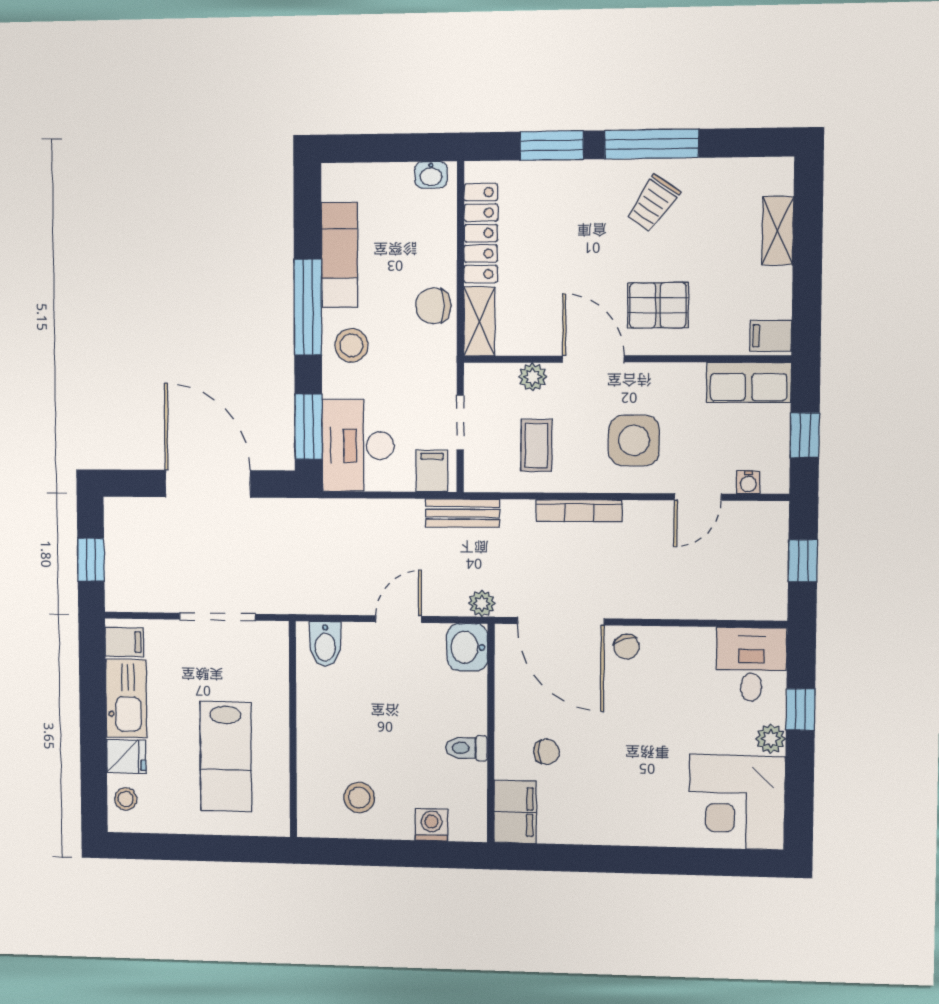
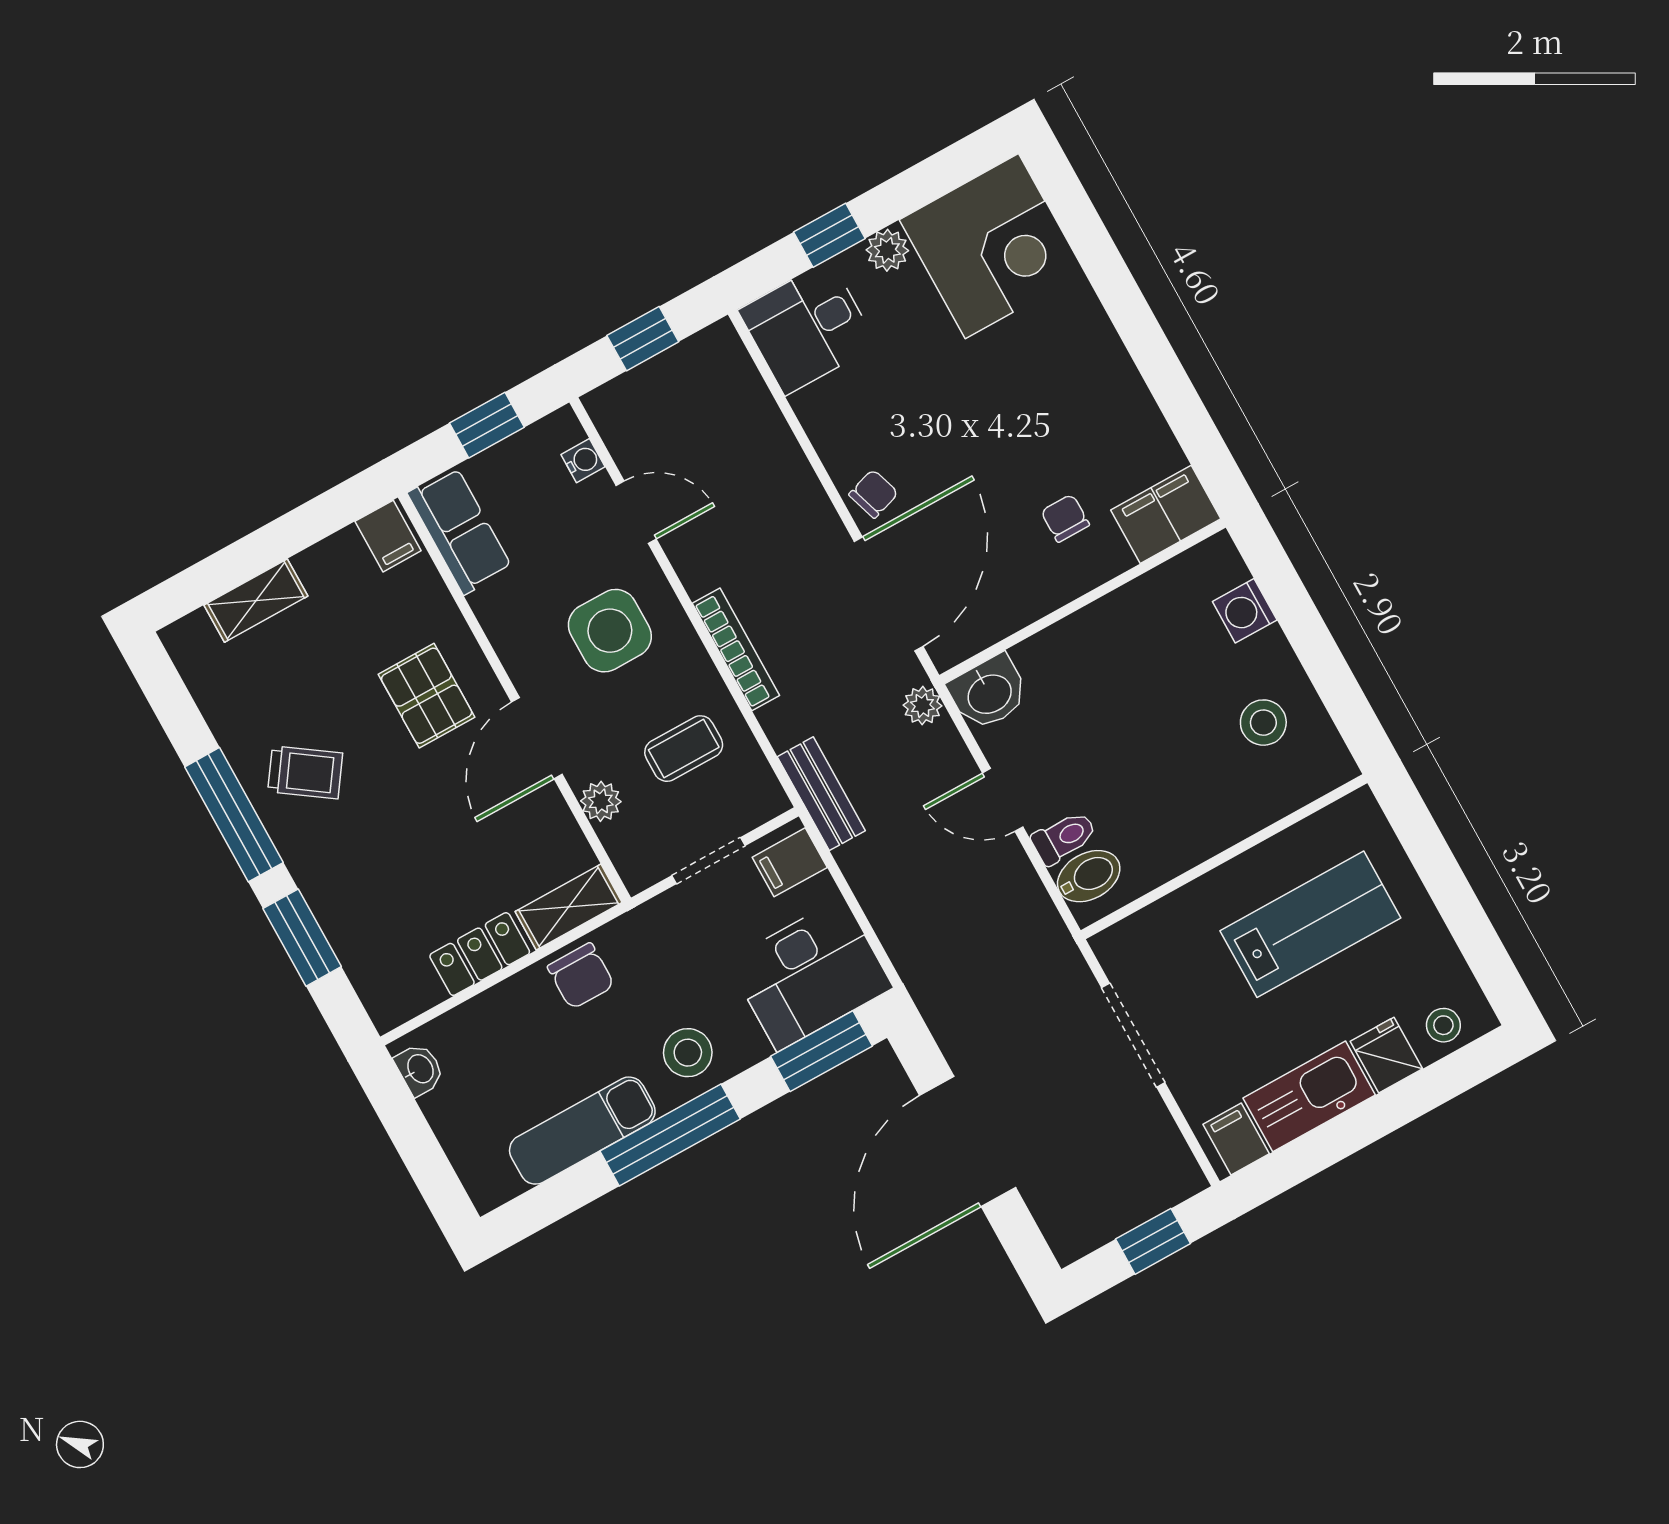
locker: (481, 233) -> (480, 954), width x0.66
toilet: (466, 748) -> (1064, 838), moved, turned -90

